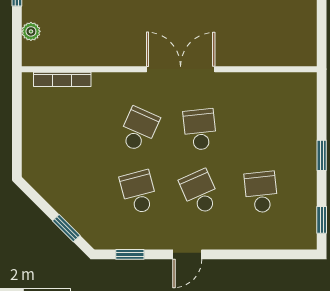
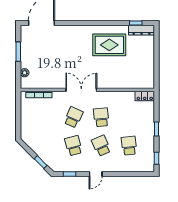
double door: (181, 69) -> (81, 90), moved
locker: (296, 83) -> (145, 96), added

